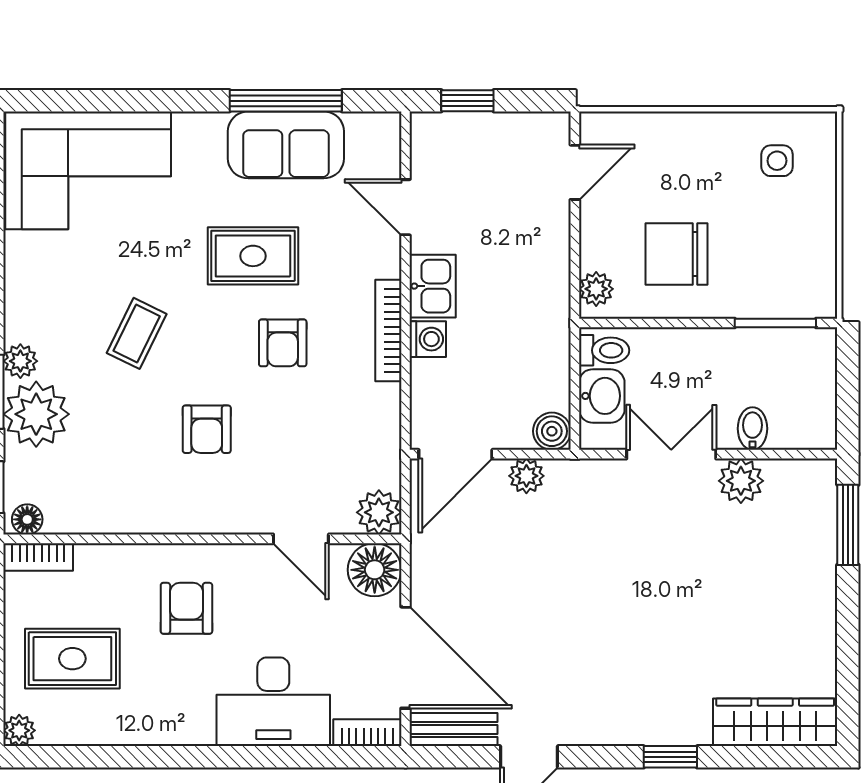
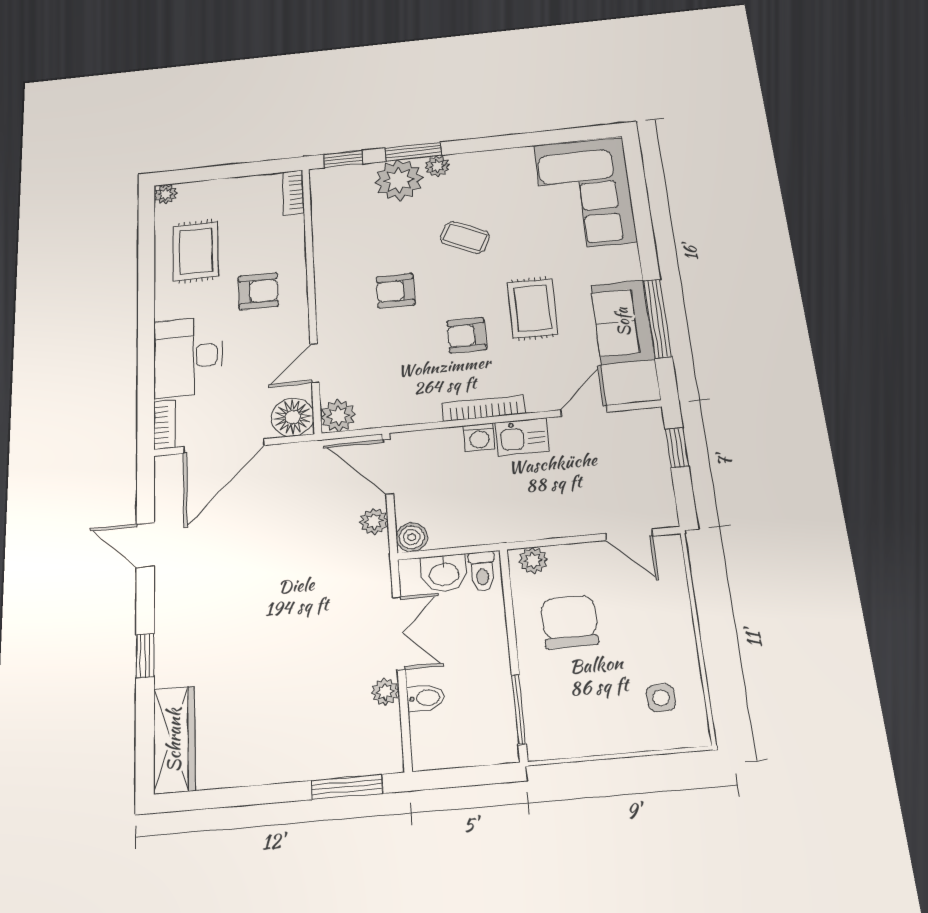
plant: (741, 481) -> (385, 692), width x0.73, depth x0.73
floor lamp: (27, 519) -> (321, 183), removed
rug: (72, 659) -> (196, 251), moved
bench: (454, 730) -> (167, 487), removed

